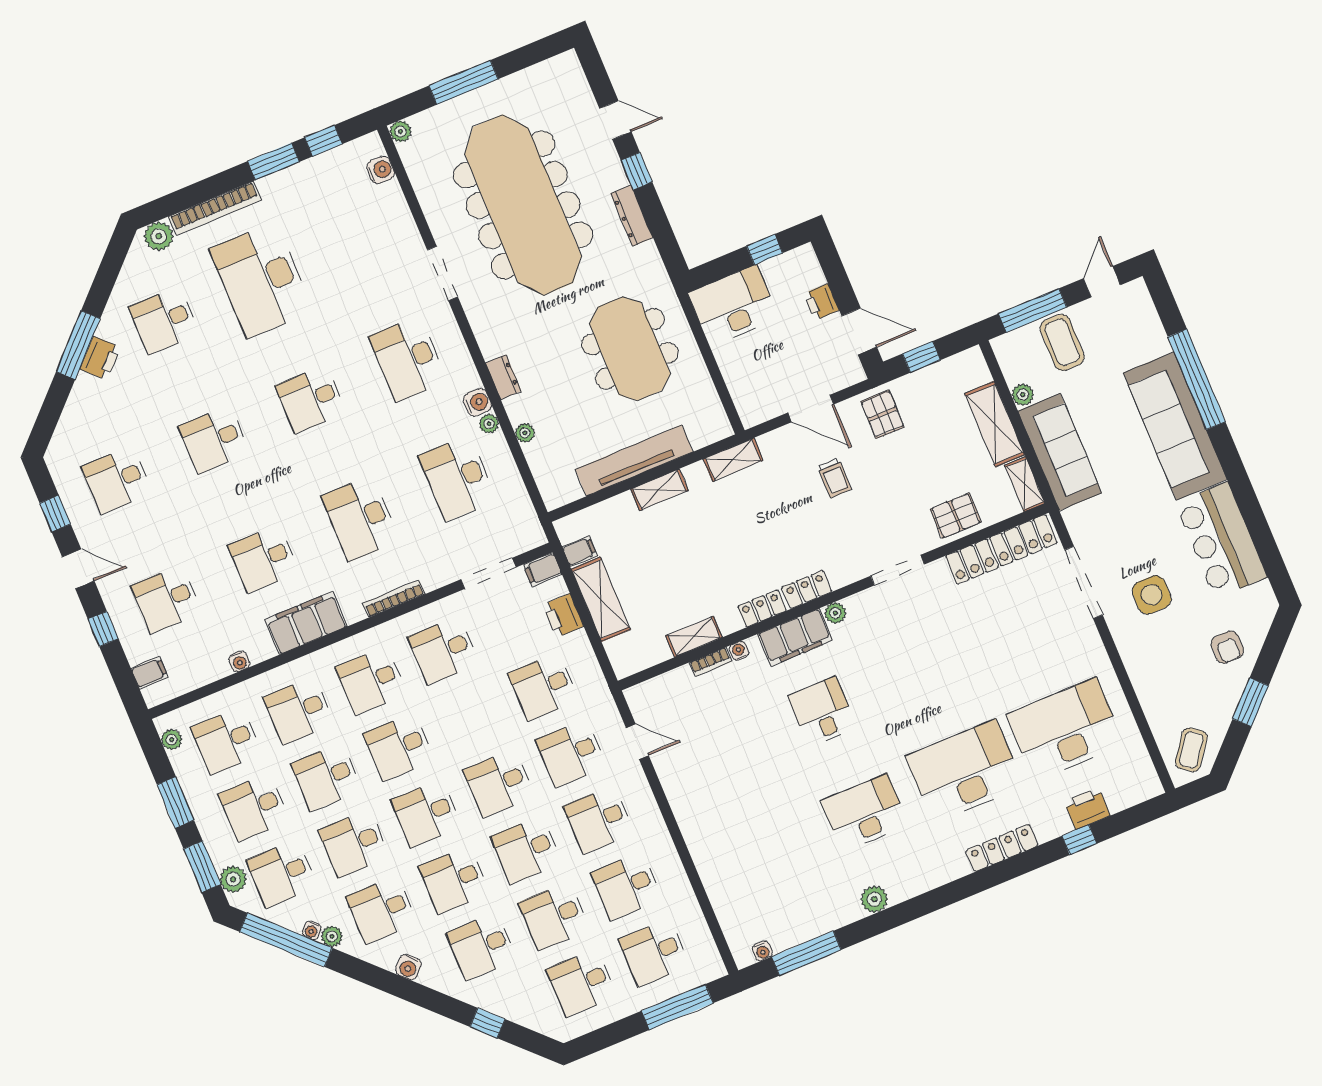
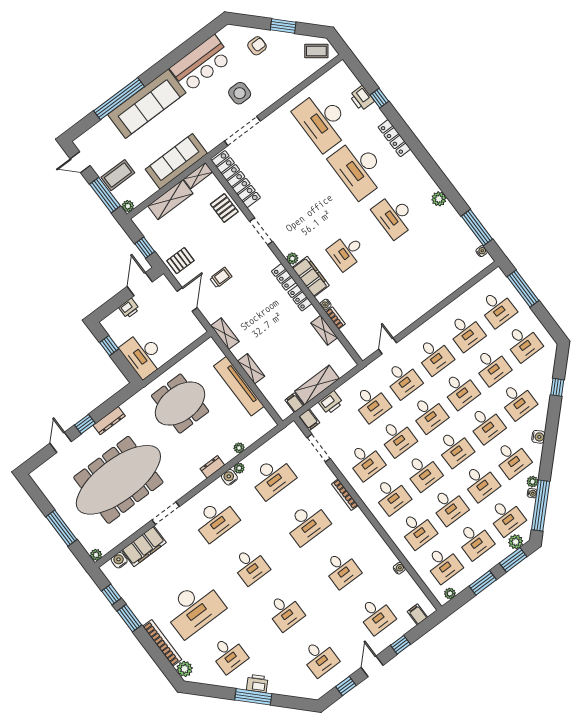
plant: (1023, 395) -> (128, 206), moved
filing cabinet: (306, 623) -> (144, 546), moved, turned -90
desk: (471, 717) -> (397, 438), added

